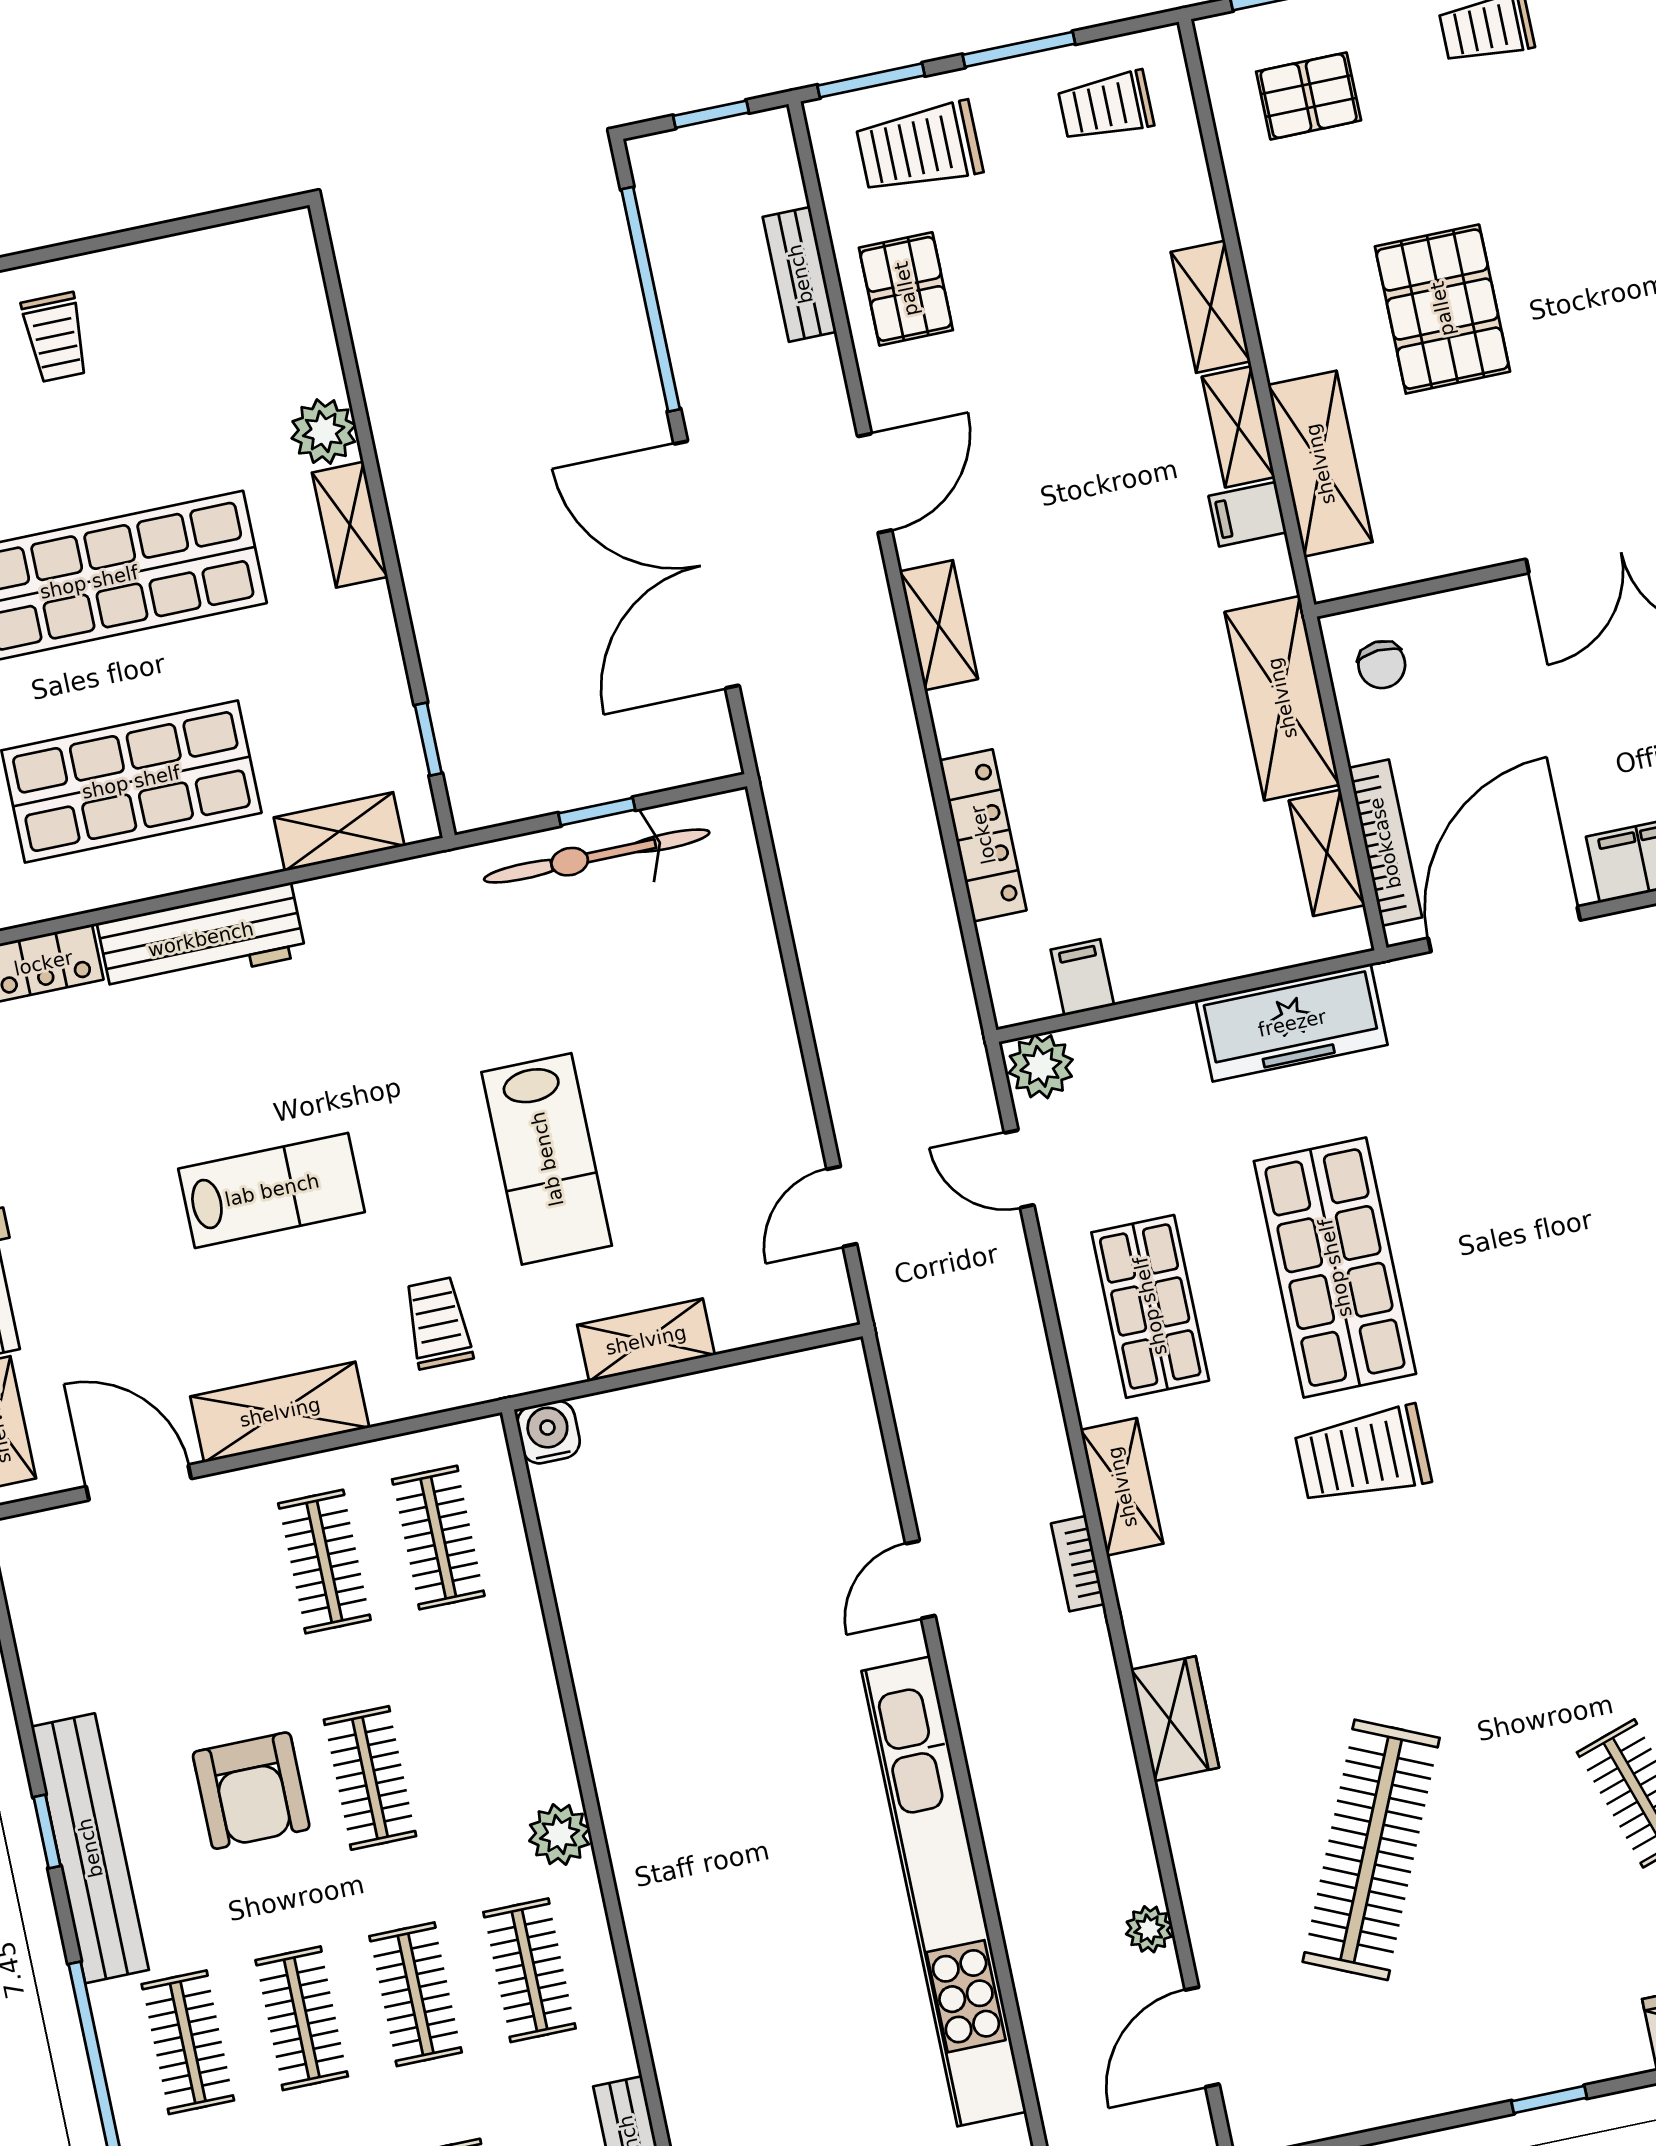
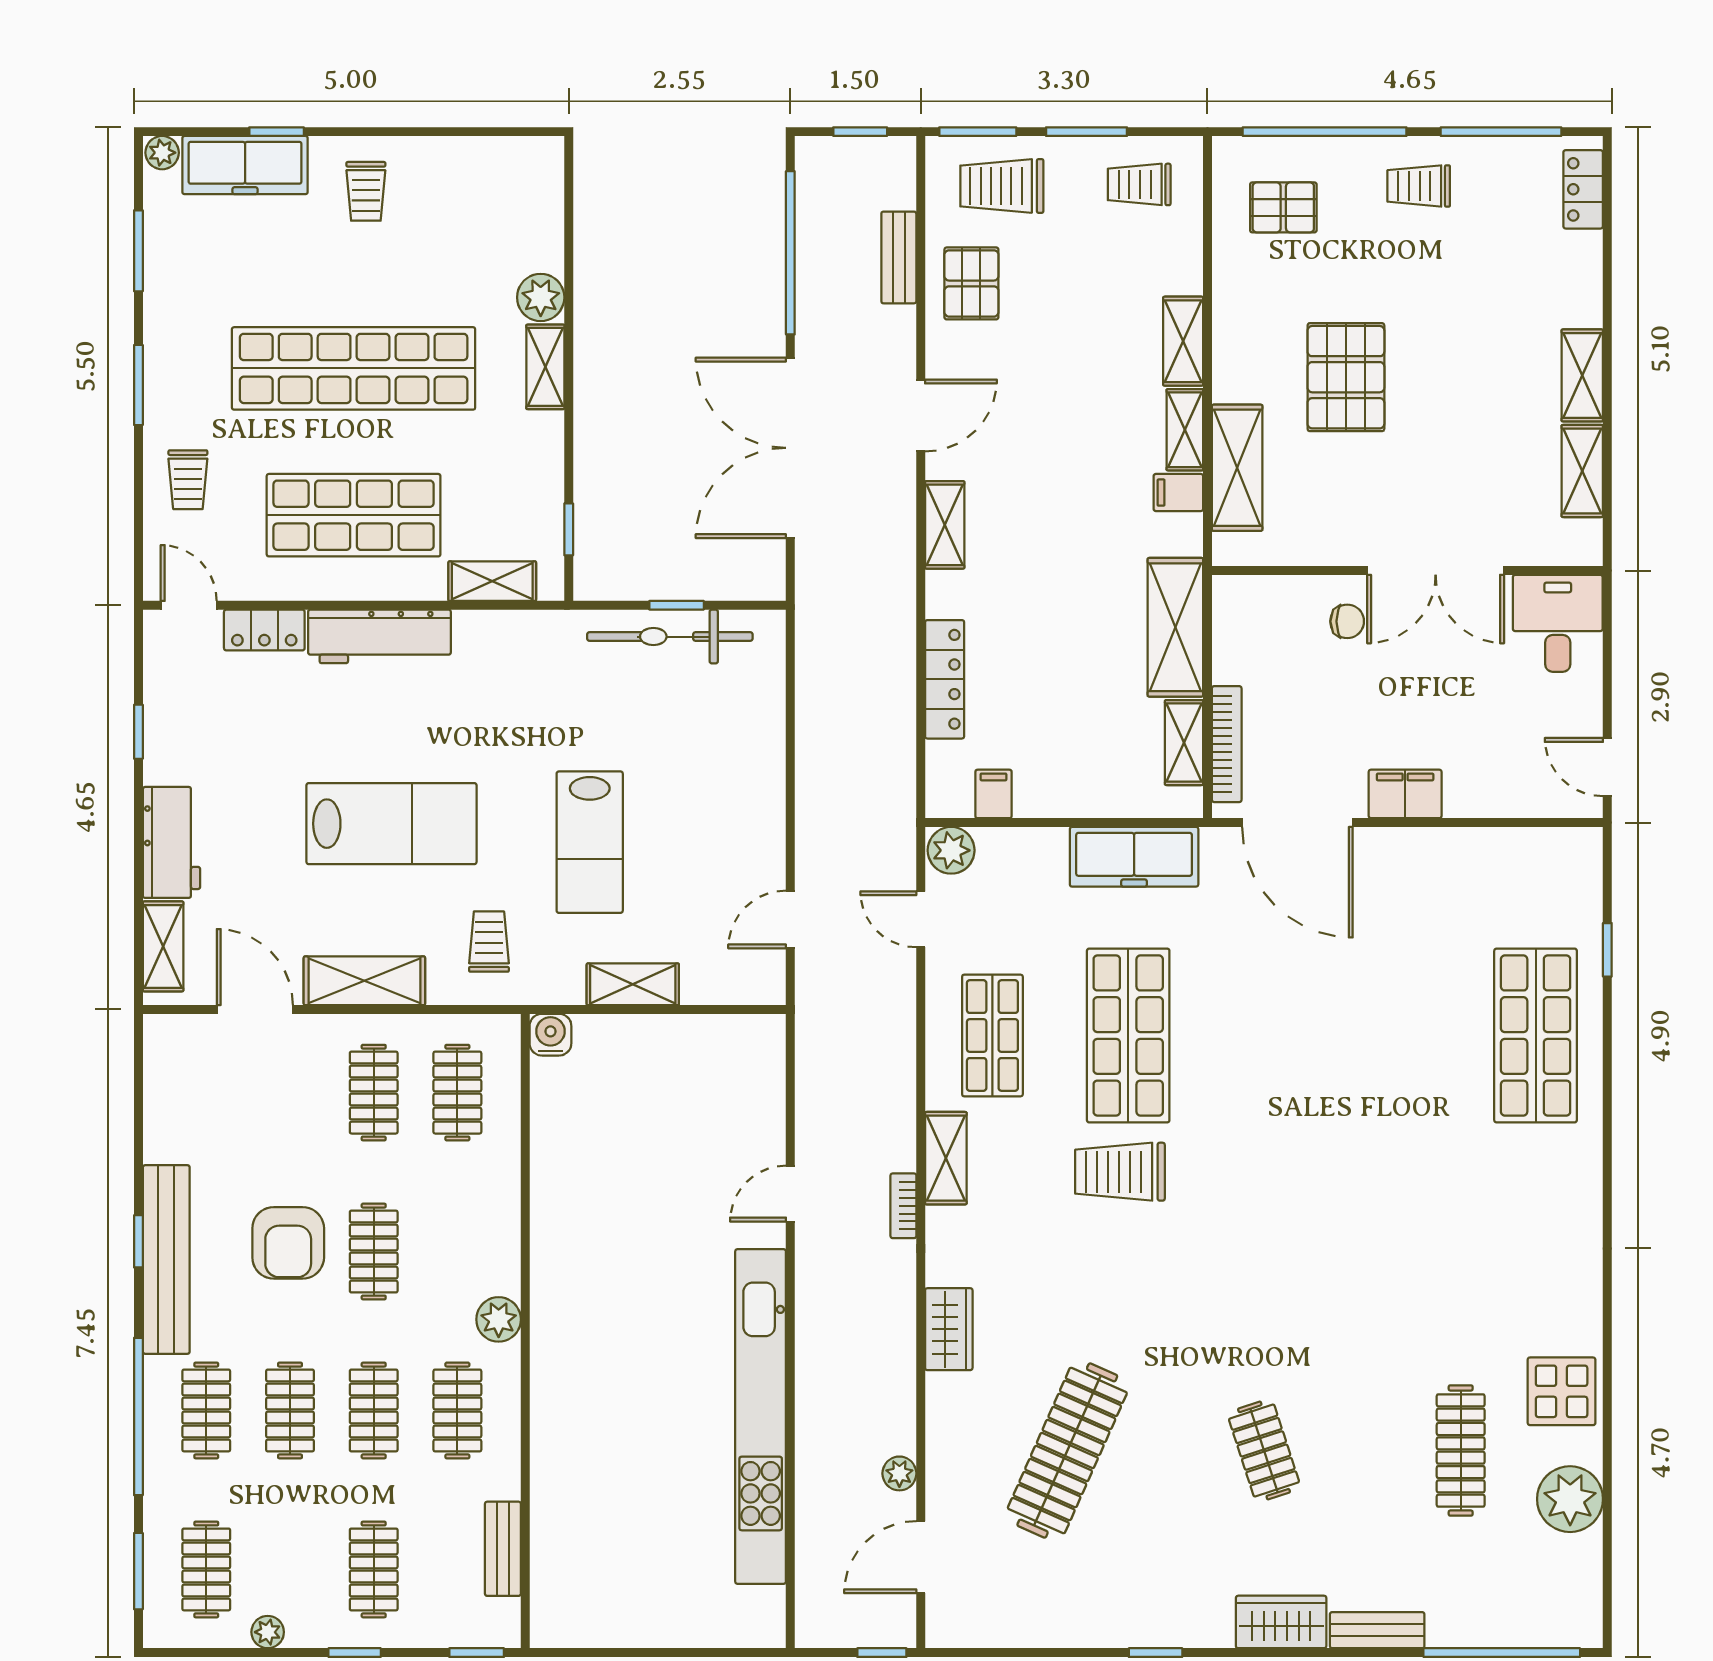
chair: (1382, 665) -> (1347, 621), moved, turned -86
door: (1504, 929) -> (1297, 823), swing flipped
lab bench: (272, 1190) -> (391, 824), width x1.36, depth x1.39

